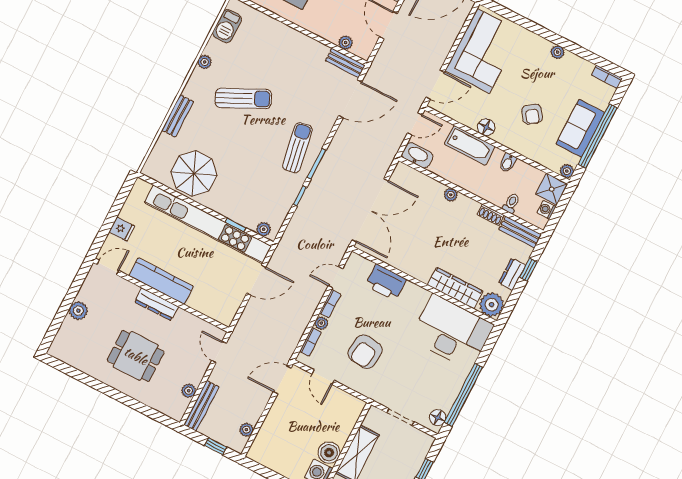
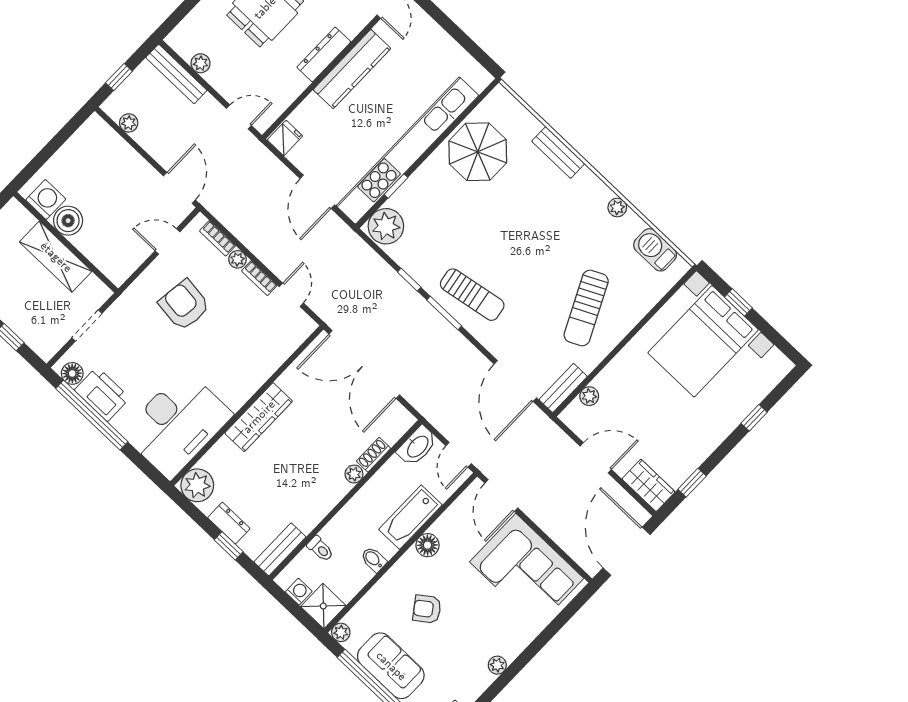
sun lounger: (243, 98) -> (586, 308), moved
shoe rack: (491, 215) -> (374, 455), moved
fridge: (122, 229) -> (285, 138), moved, turned 180
plant: (264, 229) -> (386, 226), width x1.87, depth x1.87
printer: (386, 282) -> (102, 394), moved, turned 90
wardrobe: (455, 288) -> (259, 417), moved

